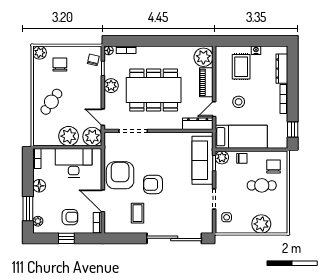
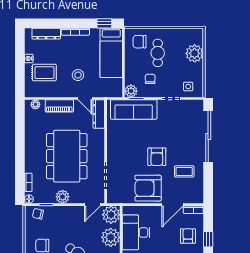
plant: (203, 57) -> (35, 104), width x0.53, depth x0.53
bed: (241, 137) -> (111, 53), moved, turned 180
chair: (242, 158) -> (150, 79), moved

